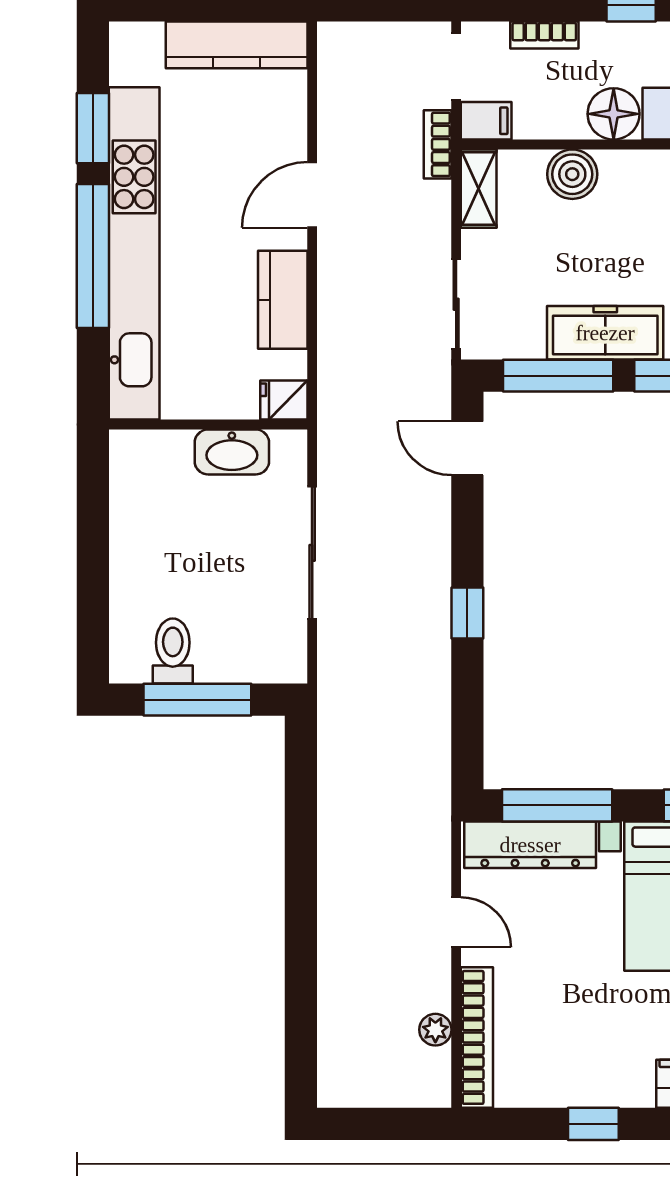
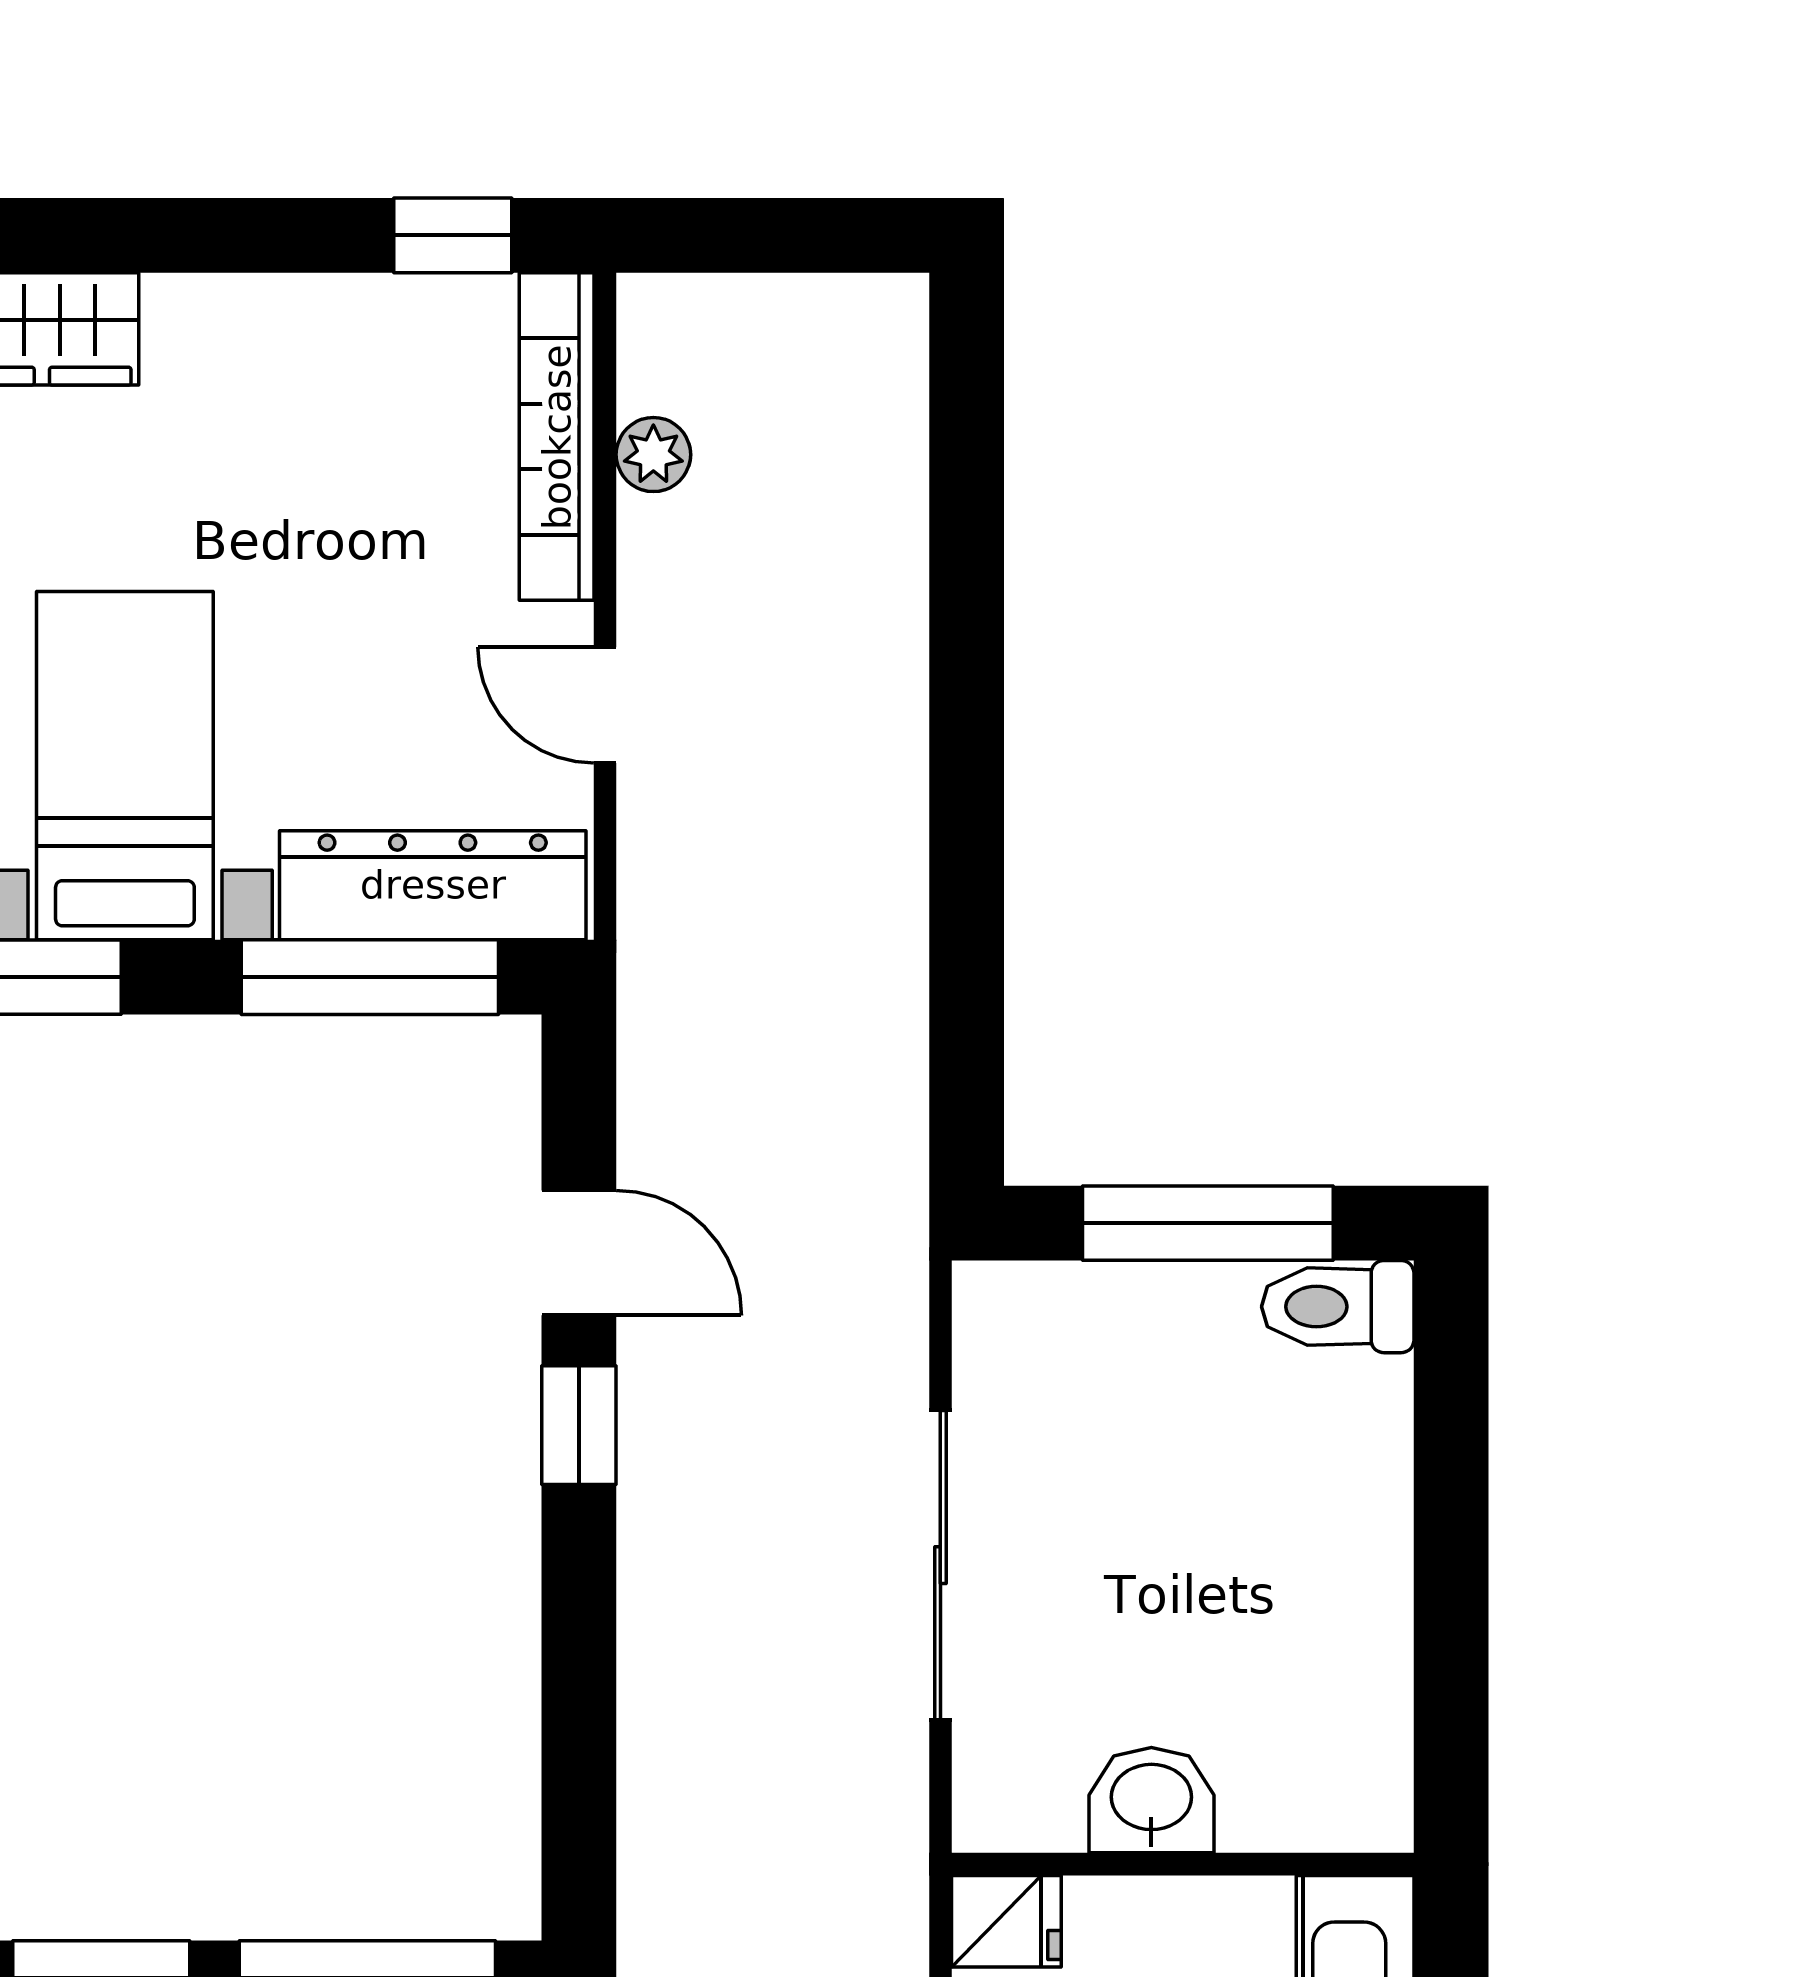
door: (467, 448) -> (579, 1253), moved
washbasin: (232, 452) -> (1151, 1800), width x0.72
toilet: (173, 651) -> (1338, 1307), moved, turned 90
window: (593, 1124) -> (453, 235), moved

